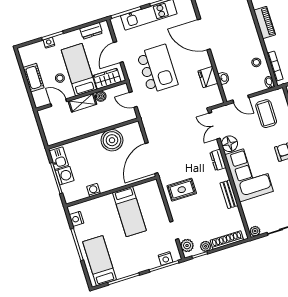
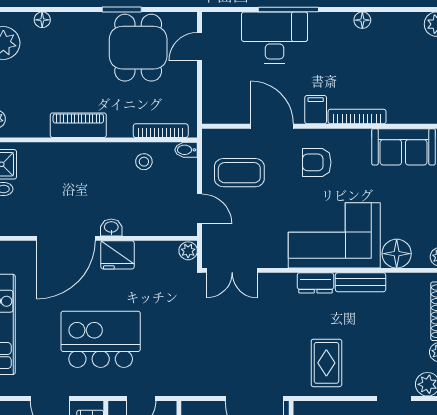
fridge: (208, 77) -> (118, 255), moved
washbasin: (224, 78) -> (111, 227), moved
door: (241, 99) -> (200, 209), hinge flipped
plant: (217, 100) -> (188, 251), added
floor lamp: (229, 144) -> (397, 254), moved
dresser: (218, 160) -> (316, 283), moved

